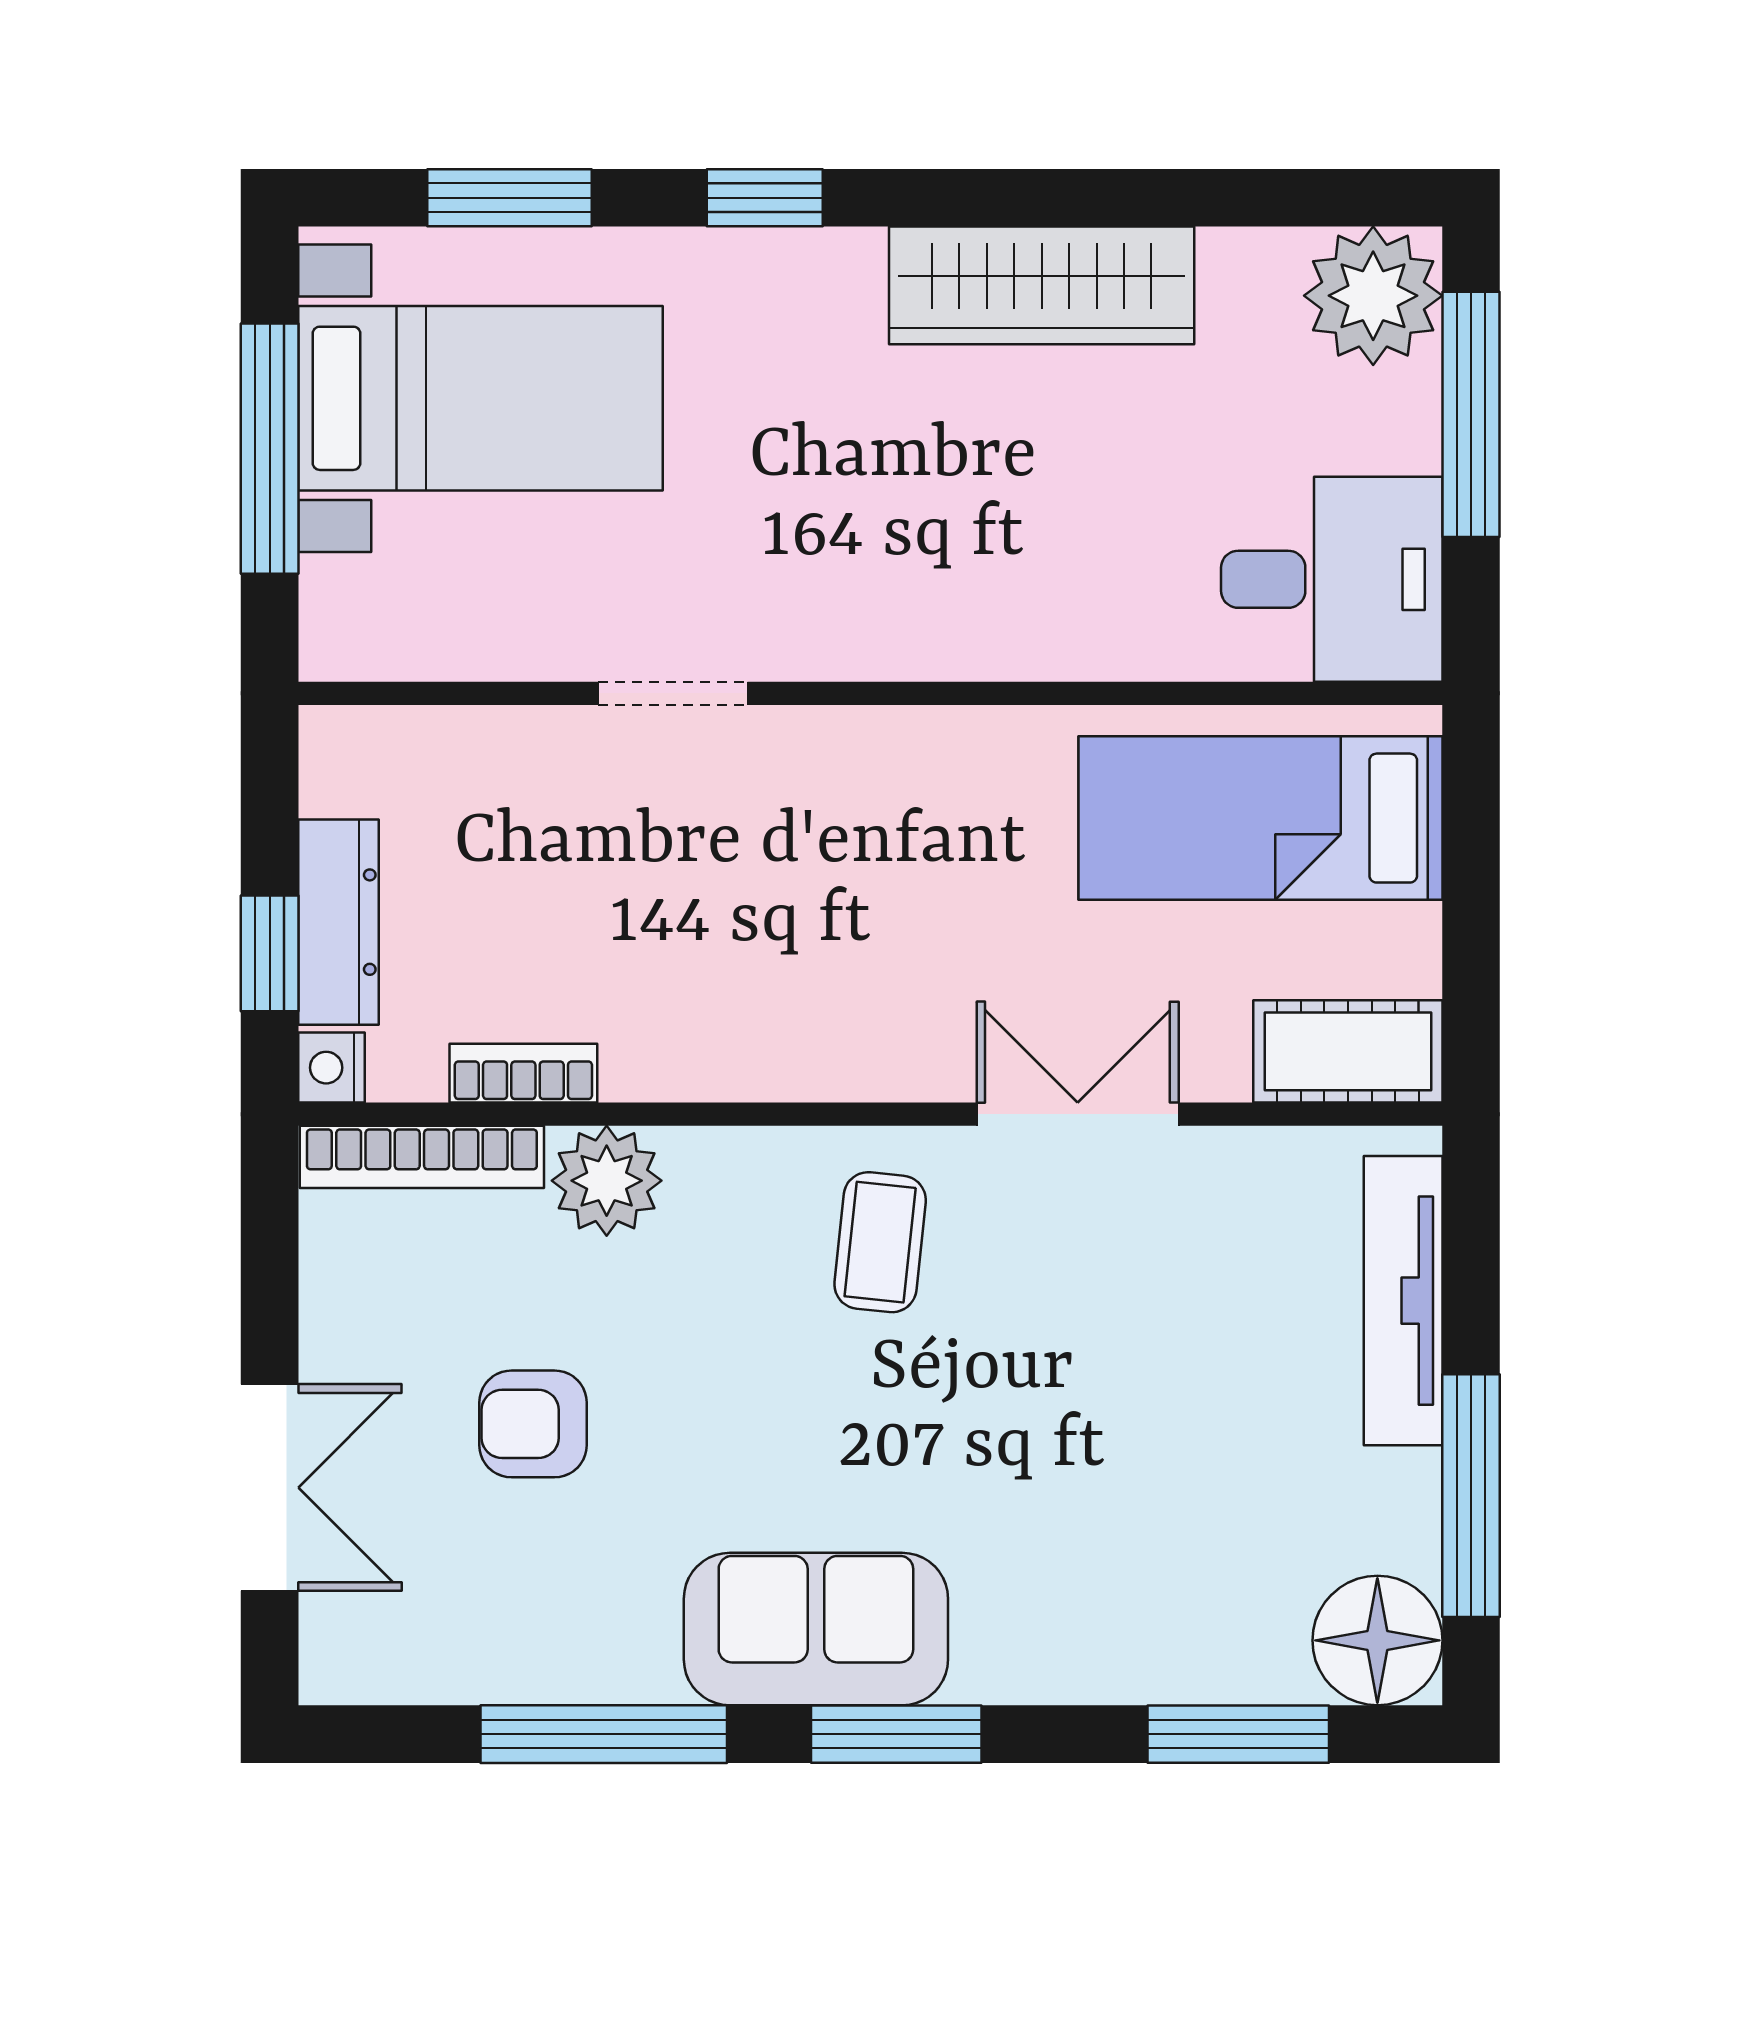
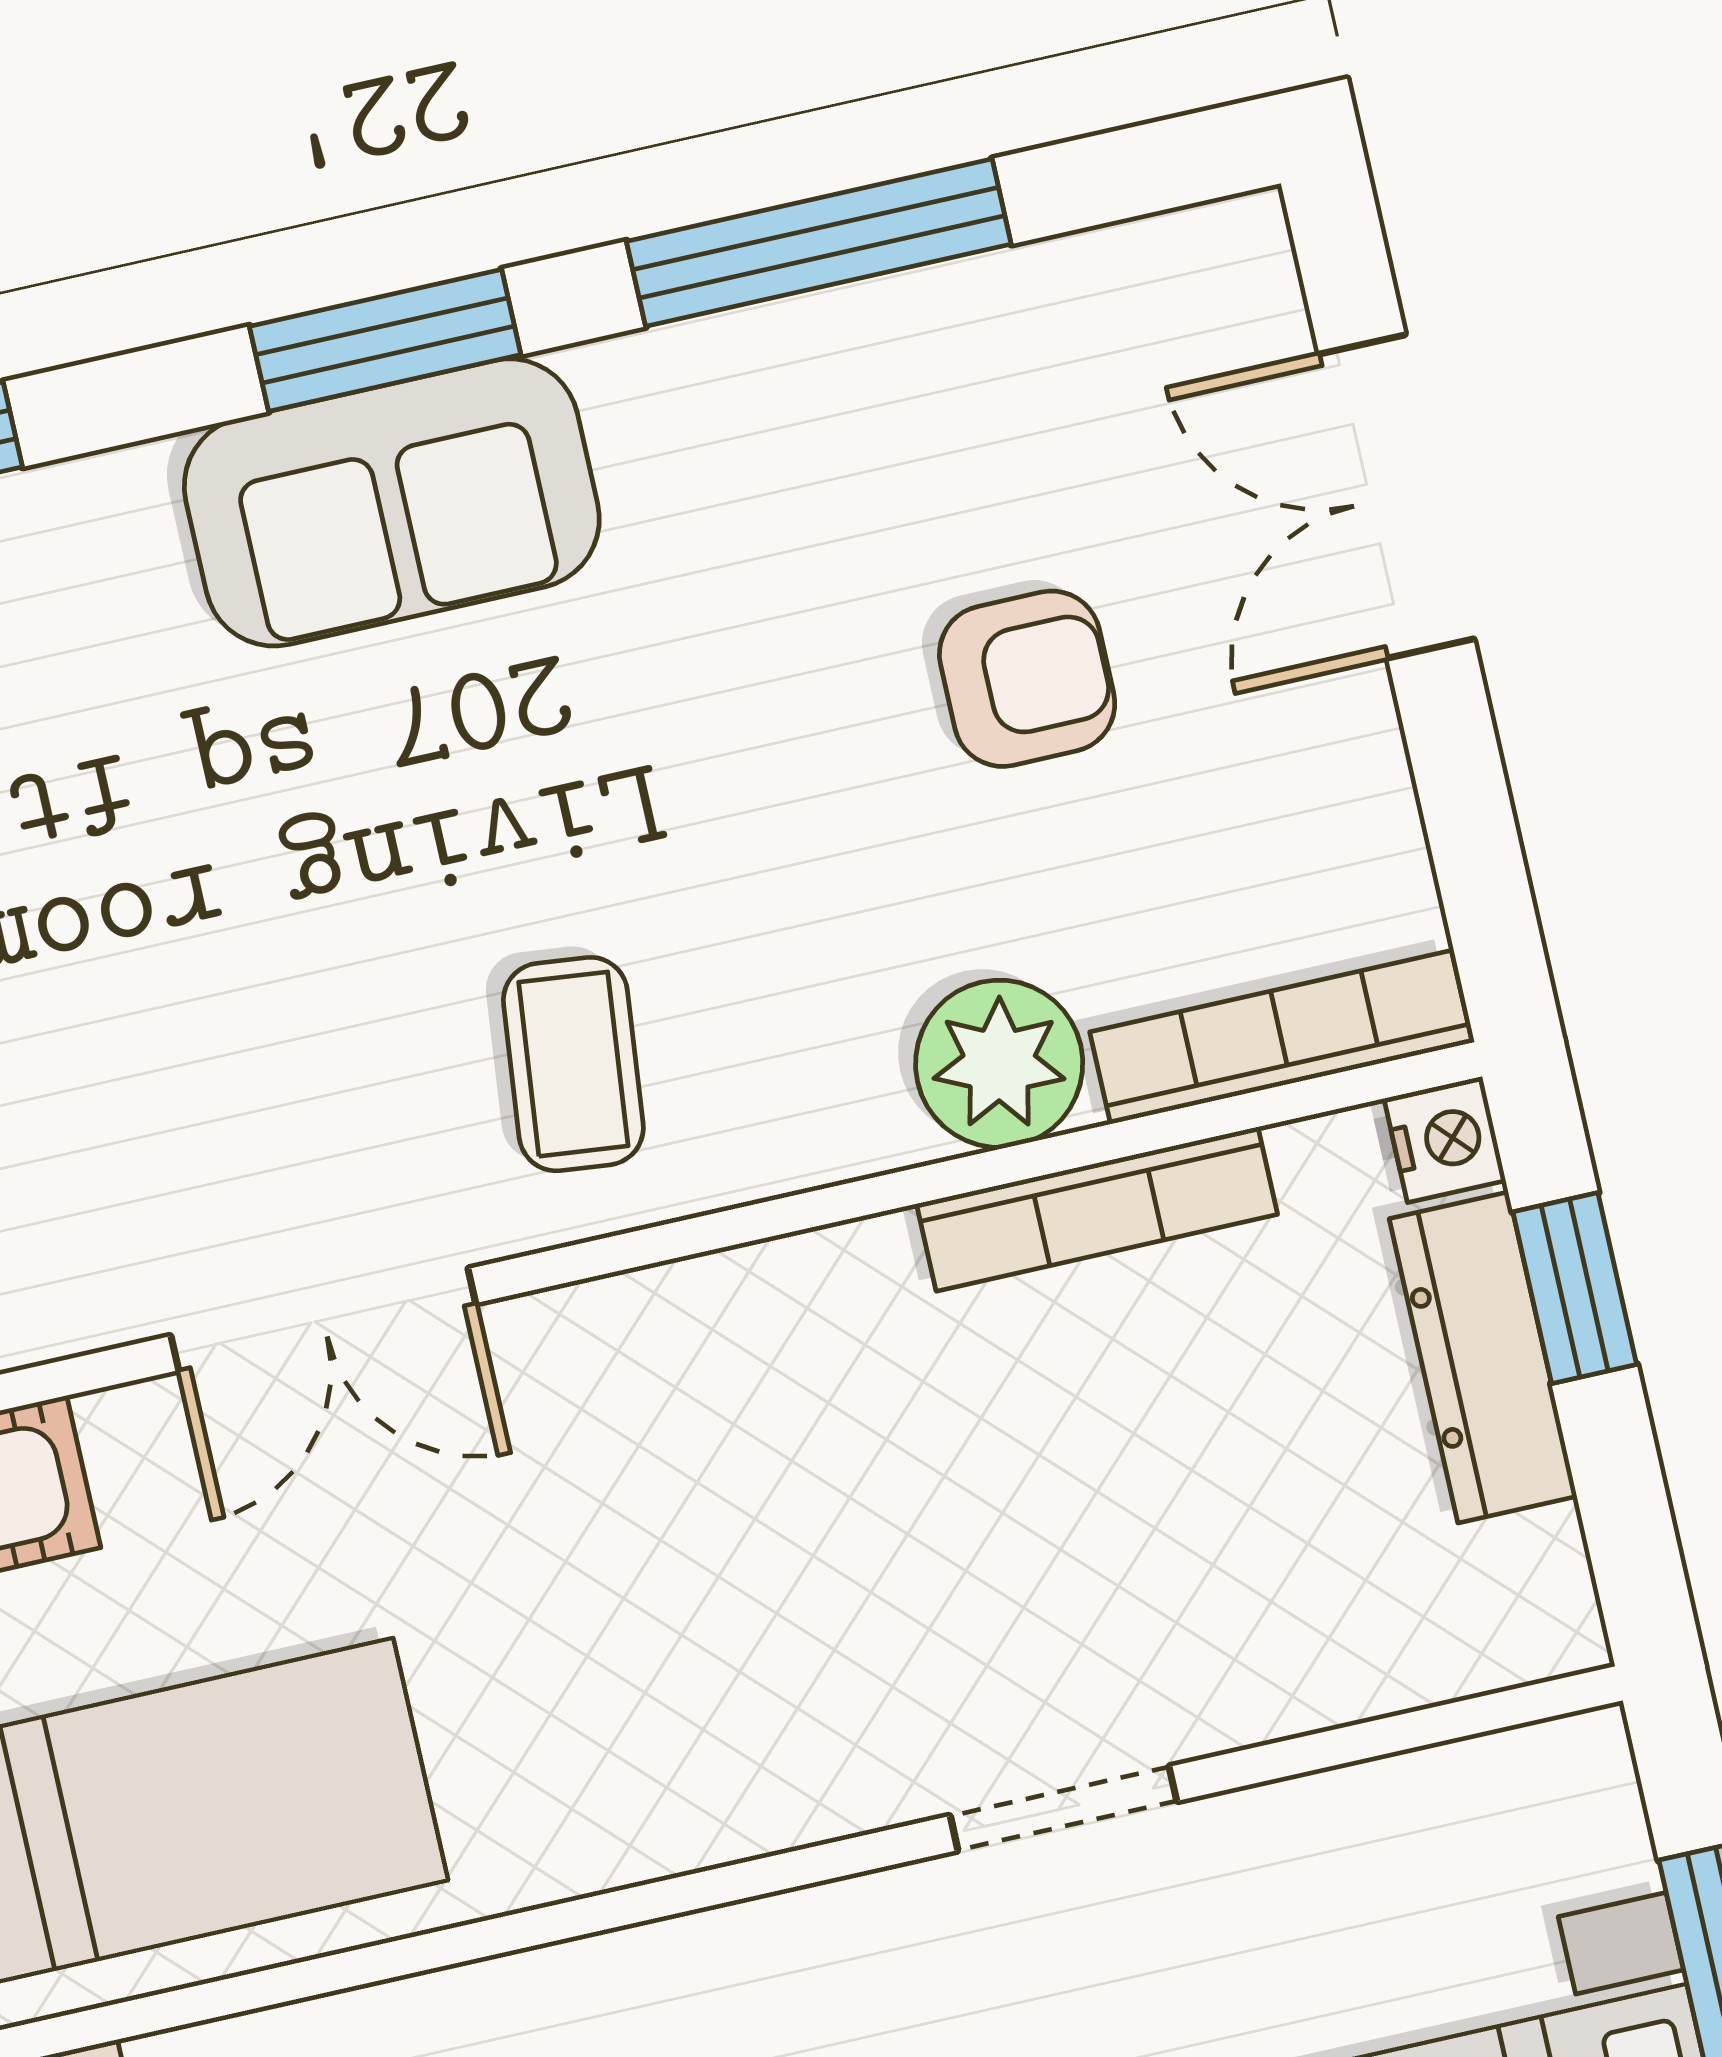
bookcase: (523, 1073) -> (1097, 1209), width x1.56
sofa: (816, 1629) -> (392, 502), moved

